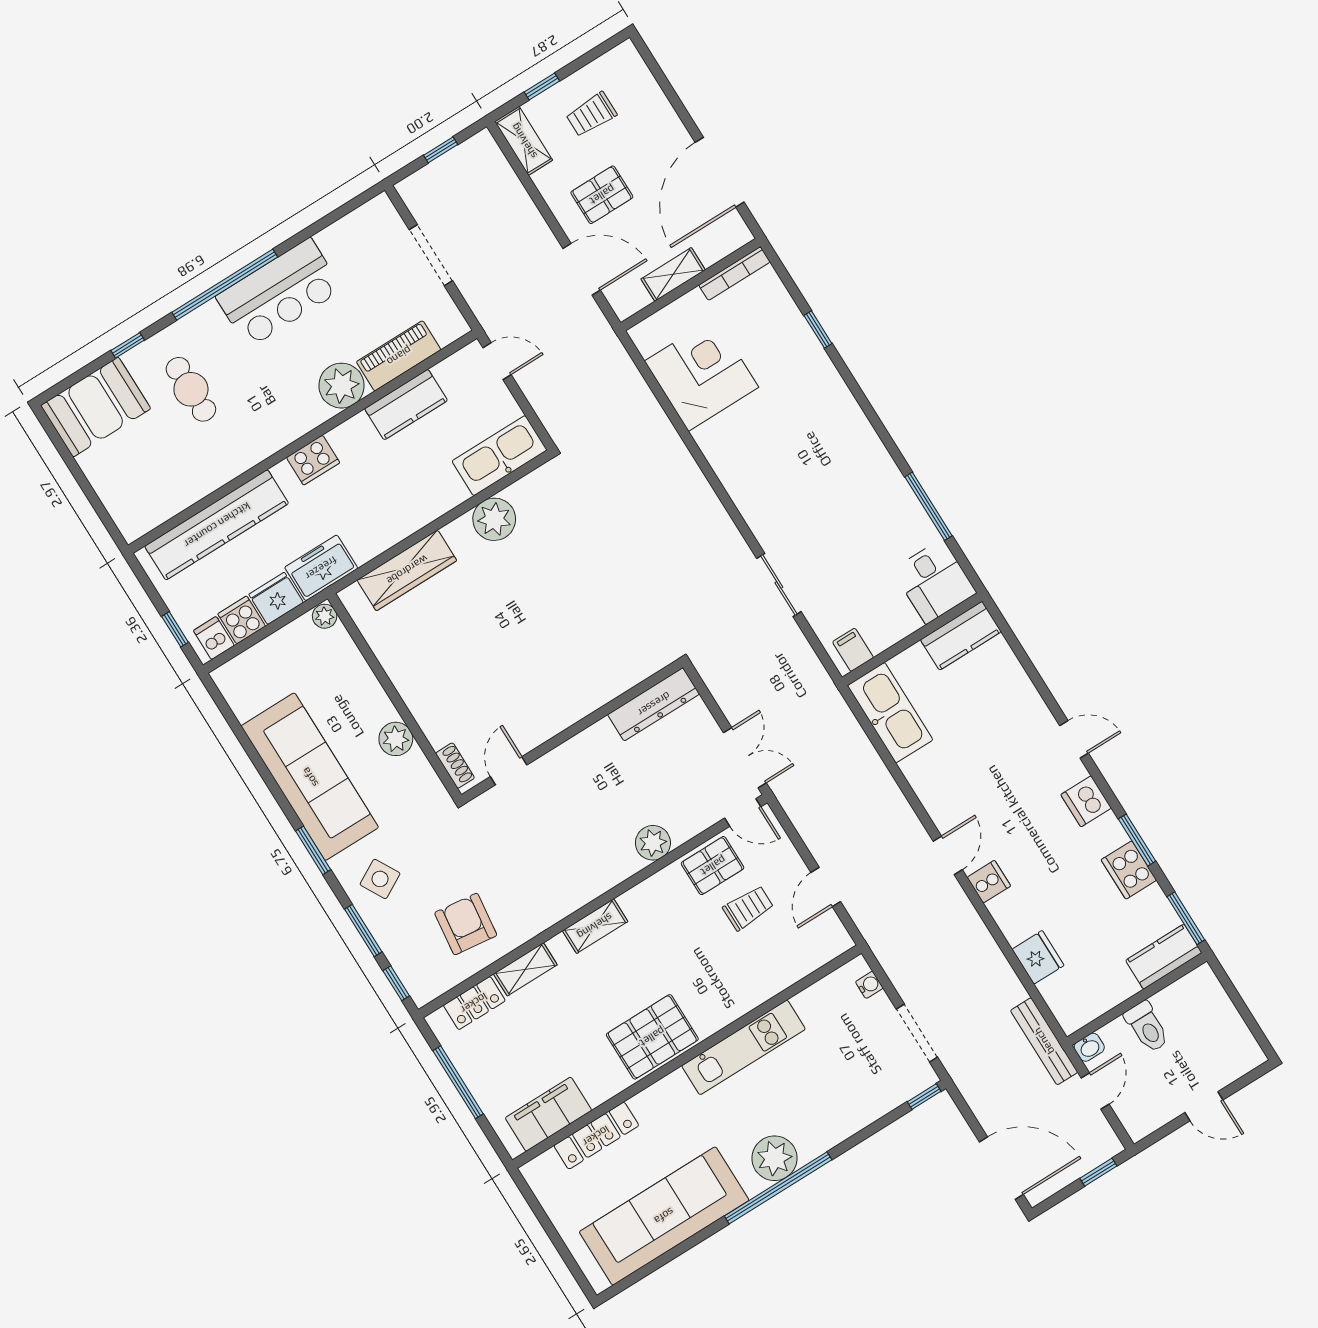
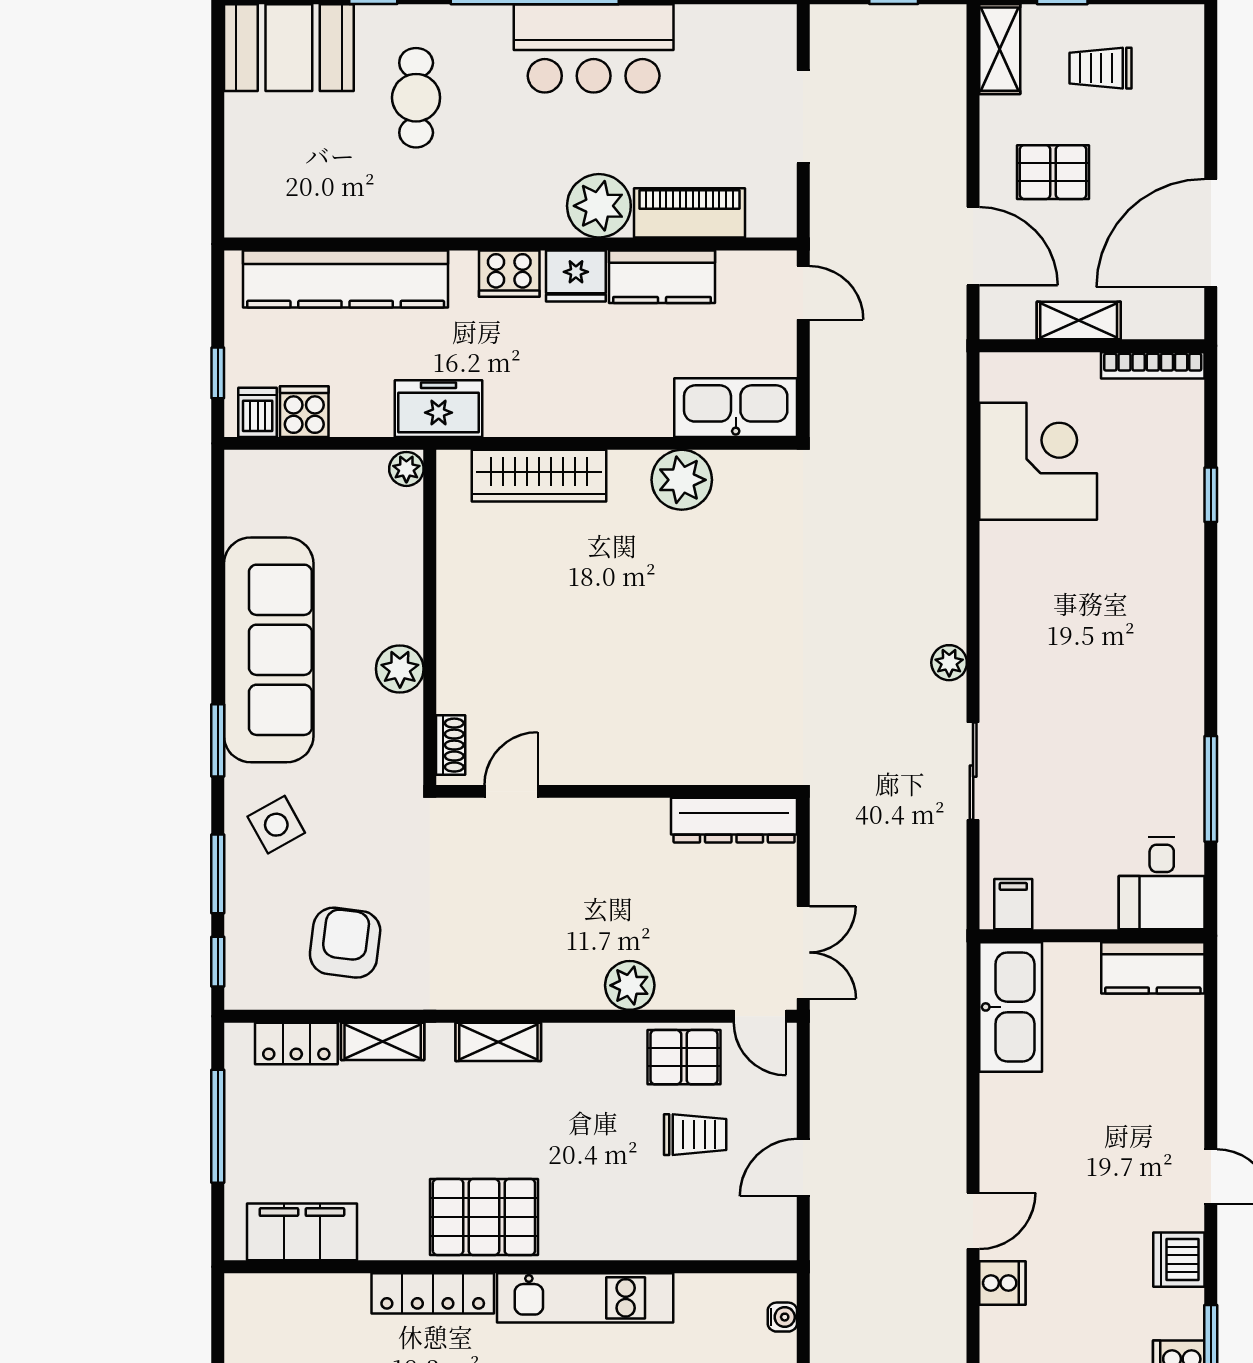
plant: (724, 529) -> (949, 663), added
fridge: (276, 598) -> (576, 276), moved, turned 180
locker: (596, 1136) -> (433, 1293), moved

